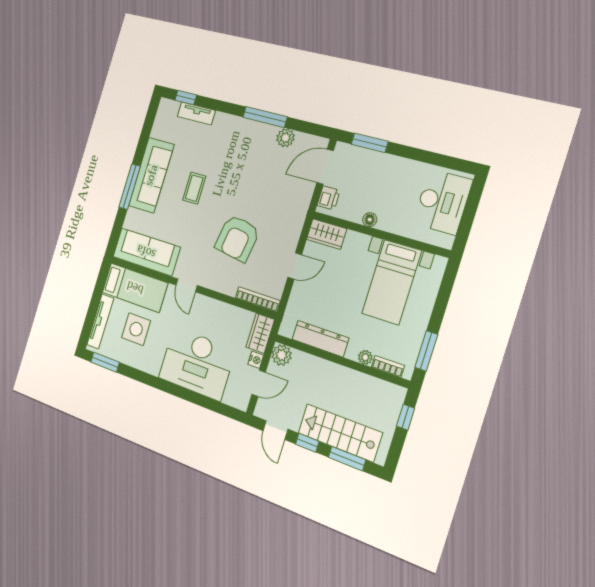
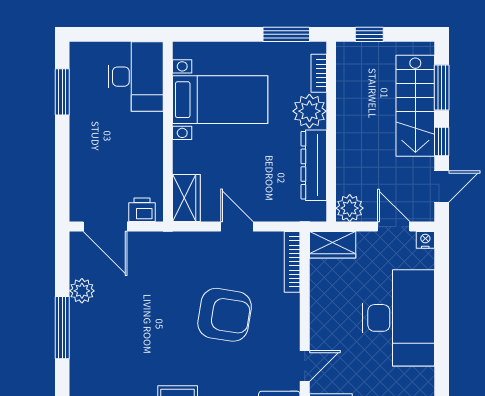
window: (370, 143) -> (62, 92), moved
desk: (443, 202) -> (136, 77), moved, turned 90
floor lamp: (370, 220) -> (154, 150), removed
plant: (365, 357) -> (309, 111), width x1.87, depth x1.87
nightstand: (256, 360) -> (425, 240), moved

